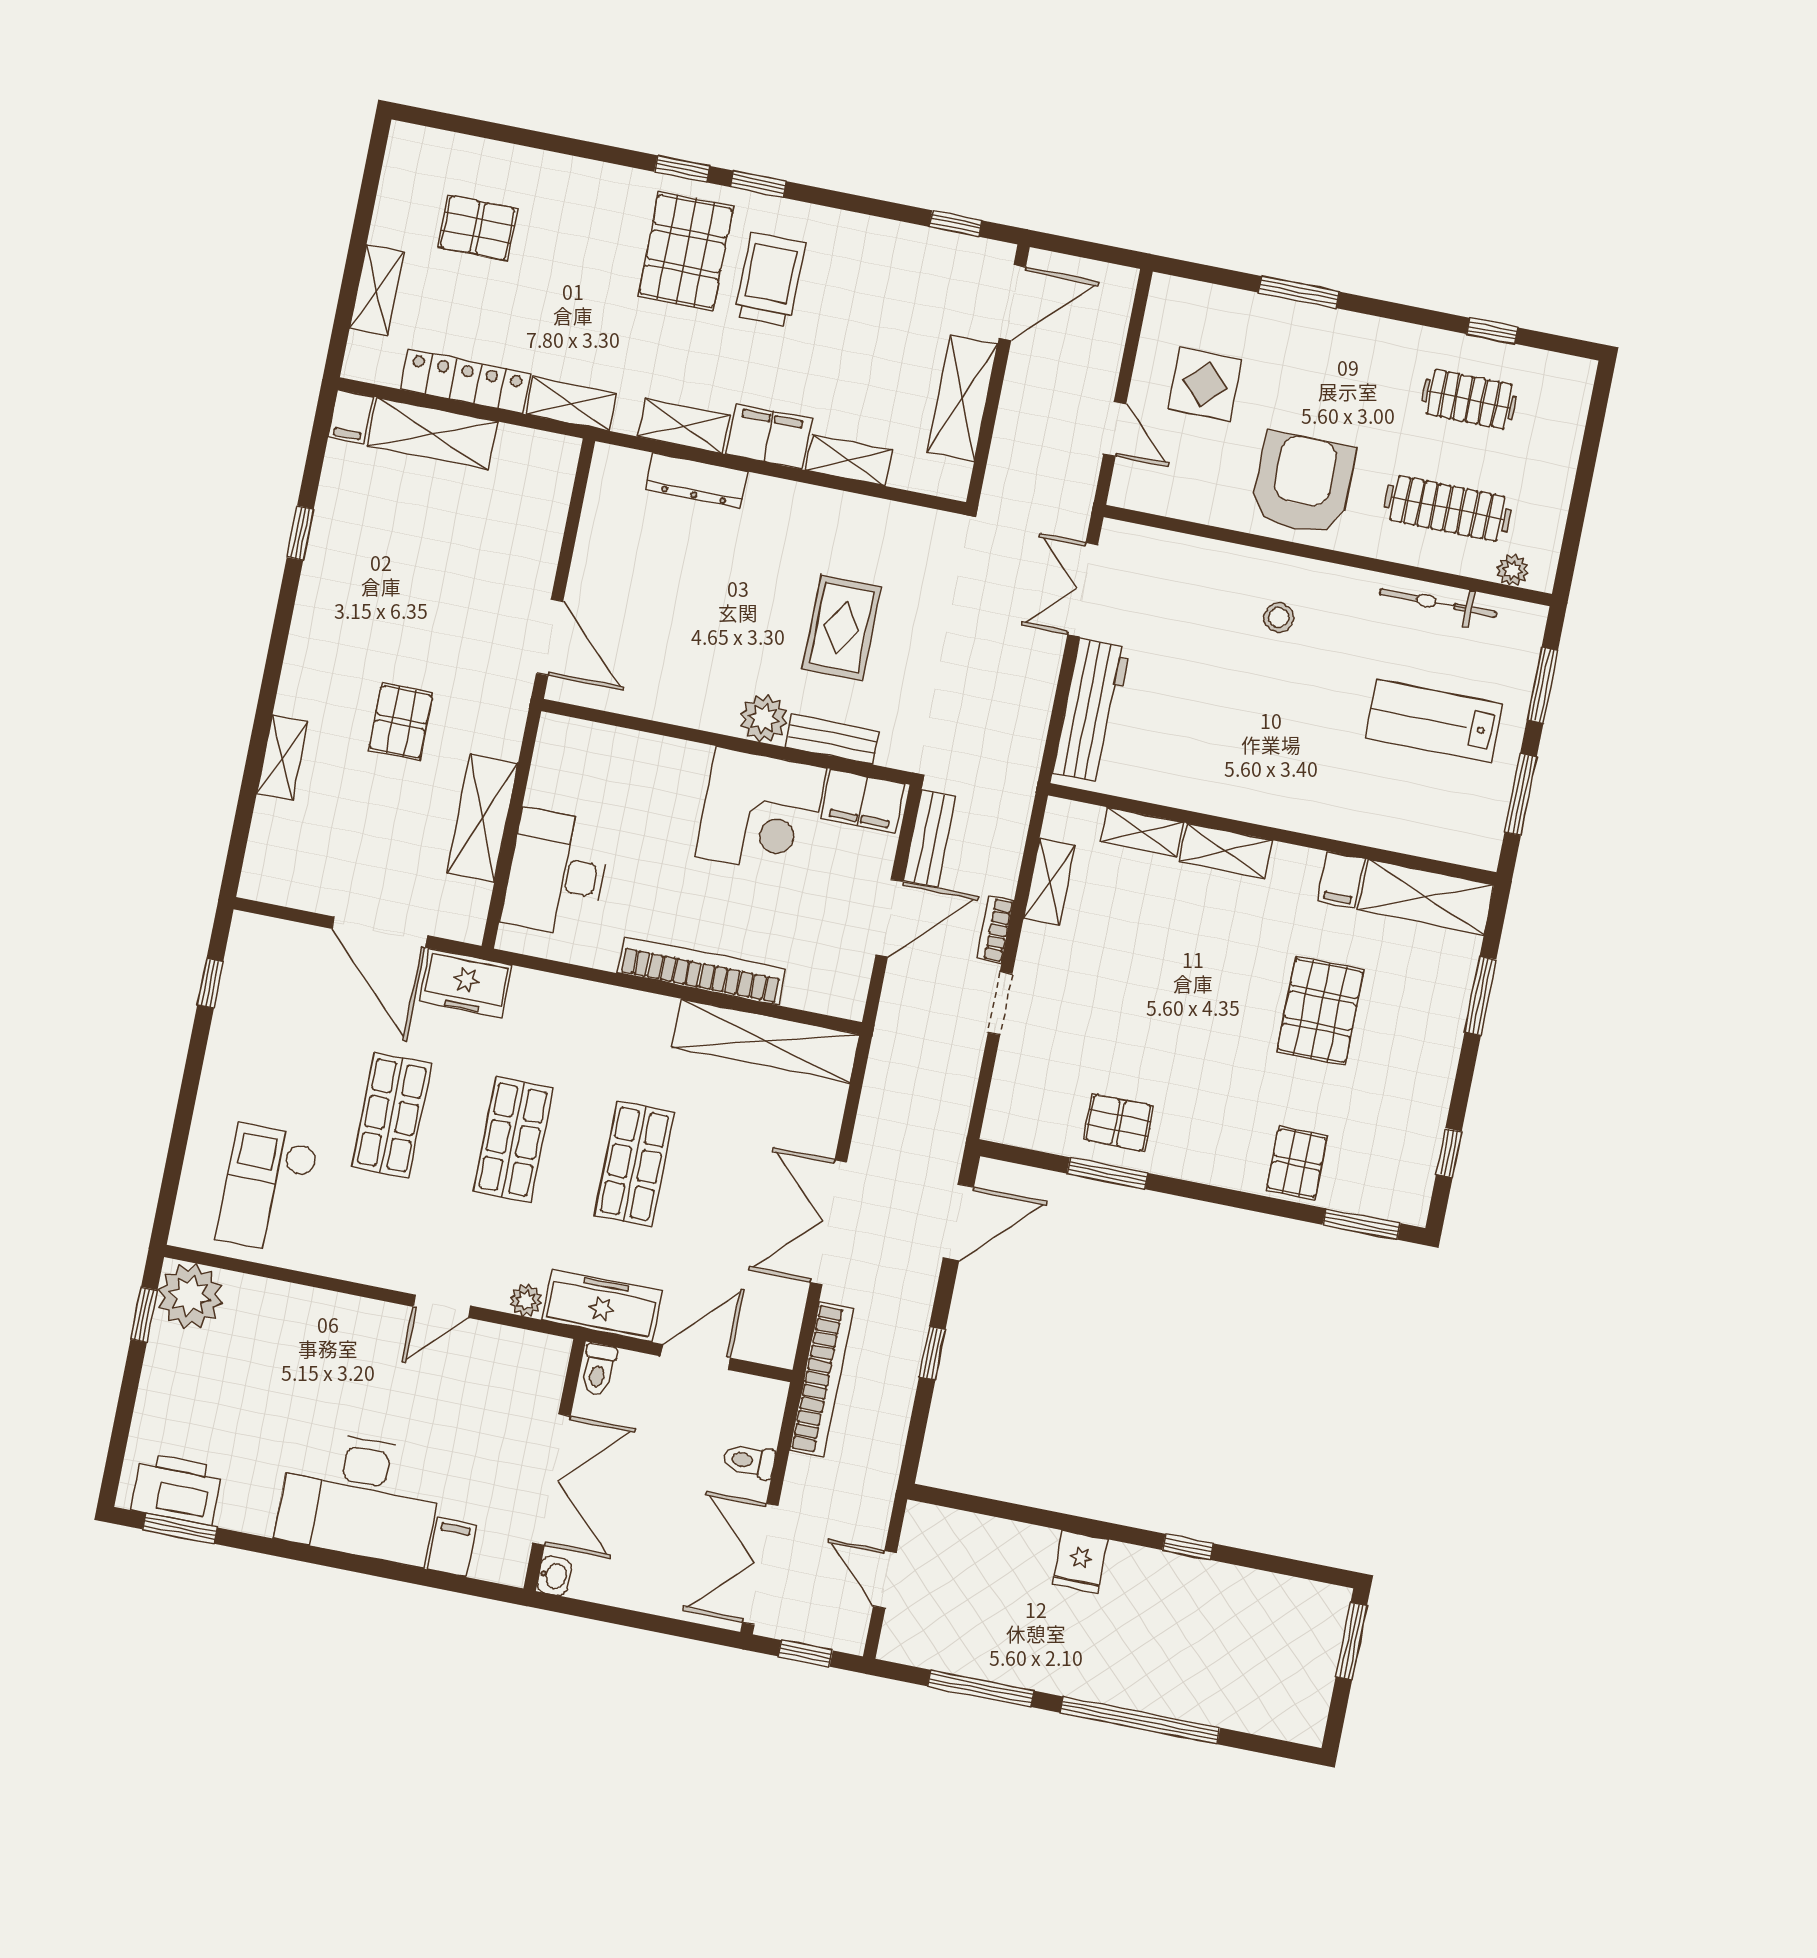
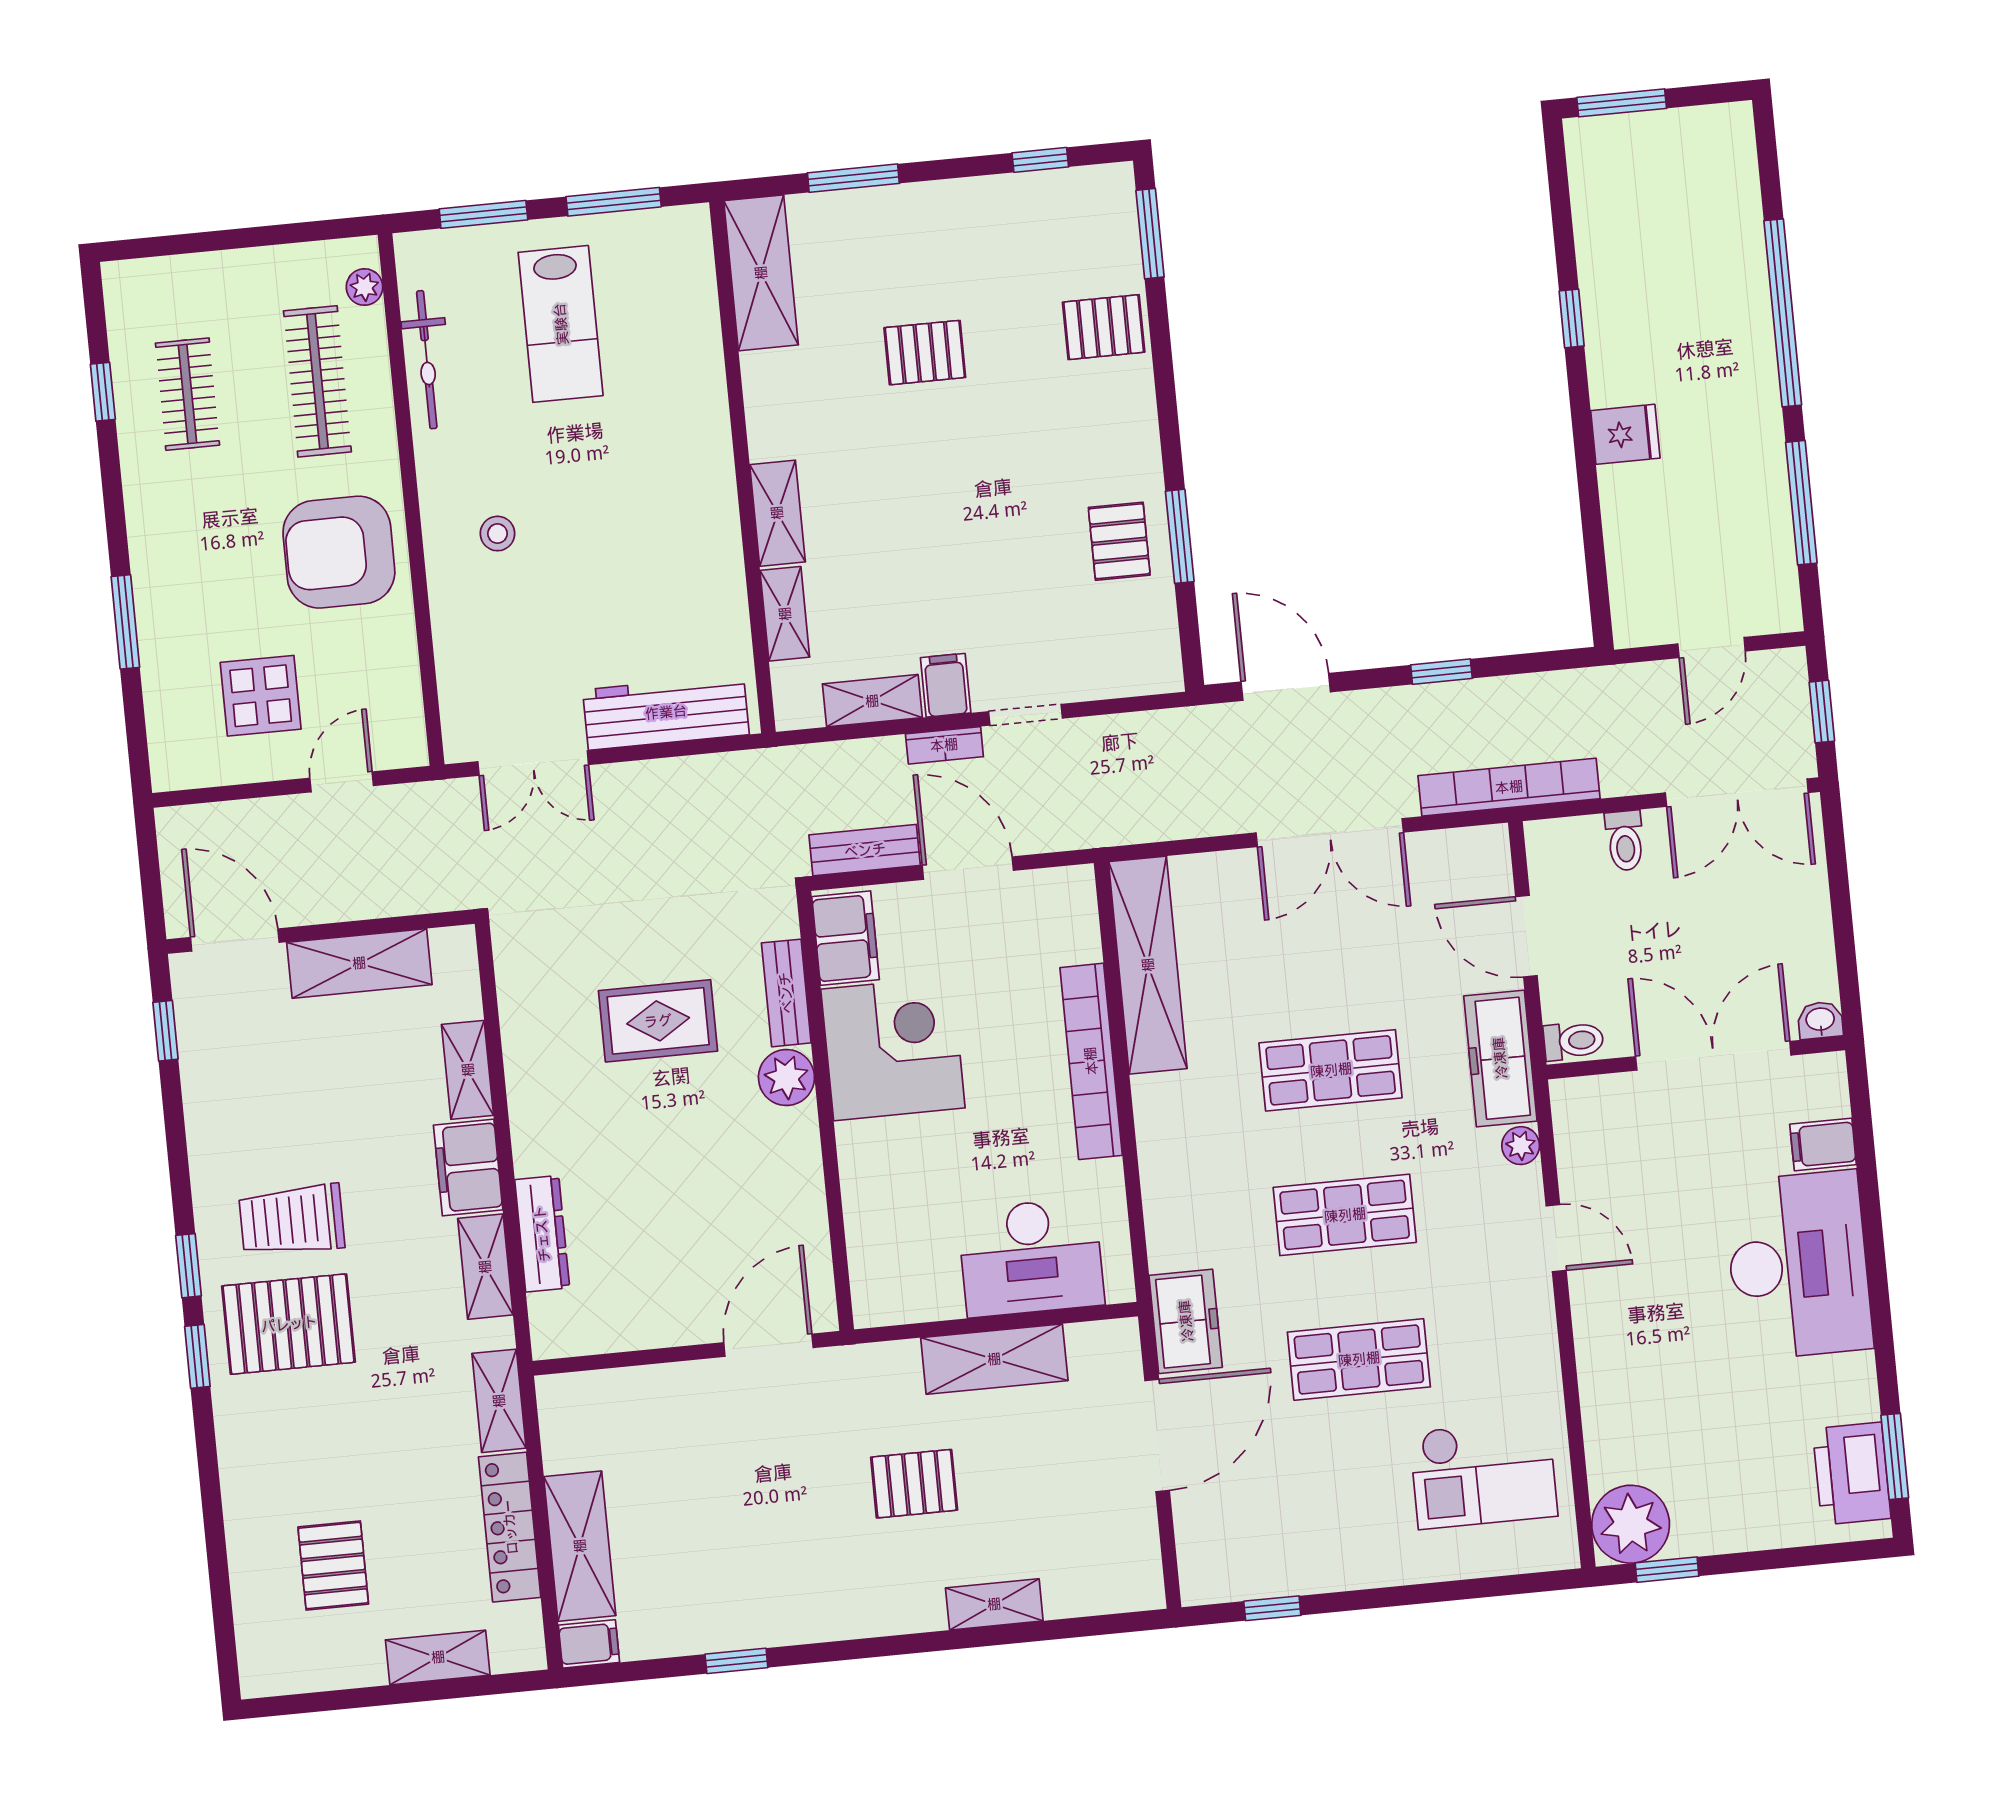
filing cabinet: (1341, 880) -> (946, 685), moved, turned -90
pallet: (1320, 1011) -> (925, 353), width x0.67, depth x0.71

